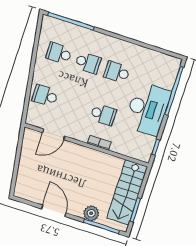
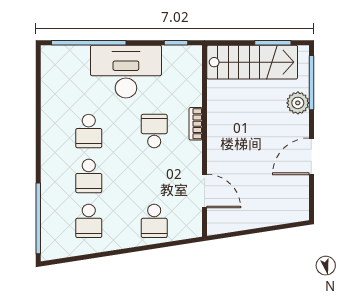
school desk: (88, 63) -> (89, 176), turned 180

